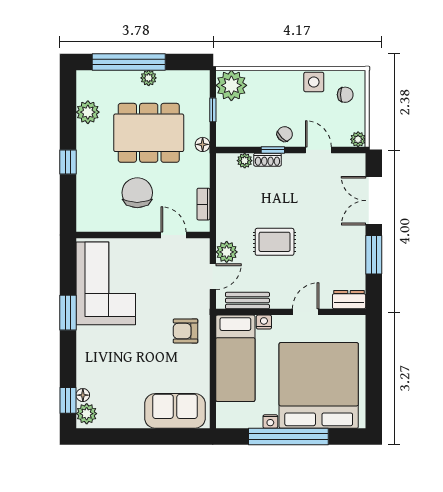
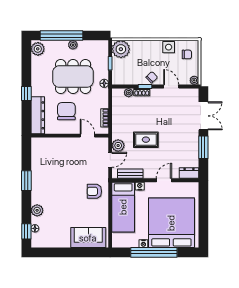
plant: (88, 112) -> (38, 49), moved
dresser: (88, 200) -> (38, 115), added
double door: (374, 201) -> (203, 116), swing flipped
corner sofa: (106, 283) -> (48, 164), removed
plant: (87, 414) -> (37, 210), moved

